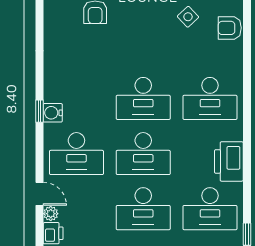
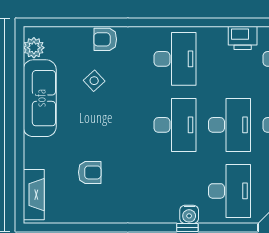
armchair: (230, 28) -> (105, 39), turned 90
printer: (229, 161) -> (243, 38), width x0.73, depth x0.84

